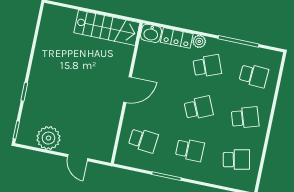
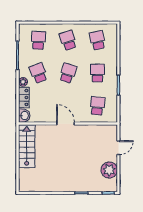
school desk: (198, 108) -> (68, 73), turned 42

